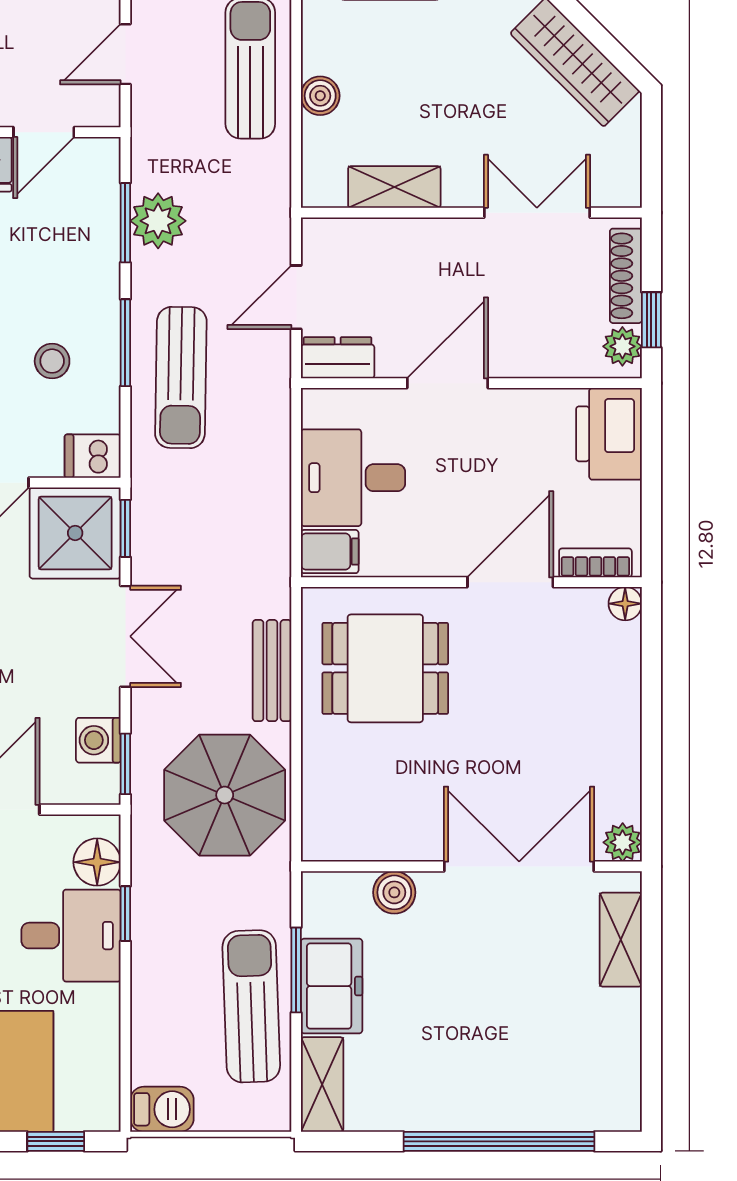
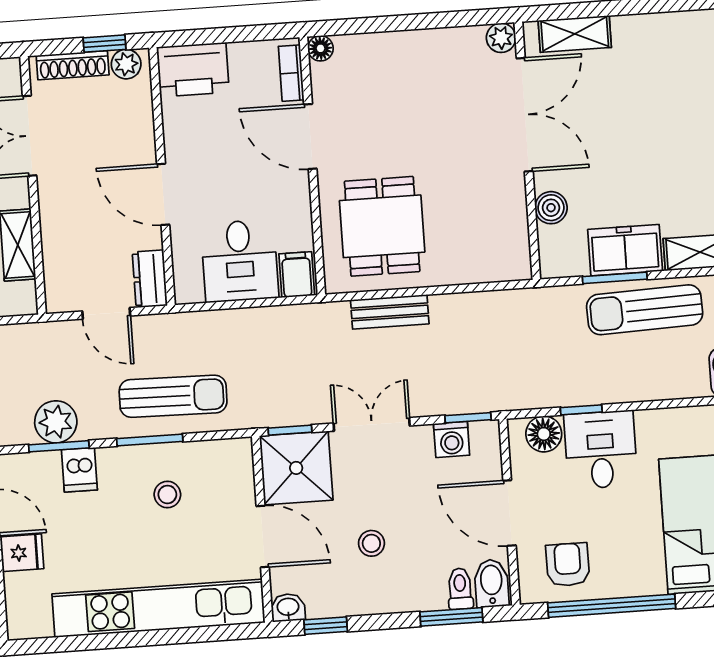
dishwasher: (93, 456) -> (79, 470), moved
parasol: (225, 795) -> (486, 341), removed
double door: (519, 866) -> (525, 115), swing flipped

